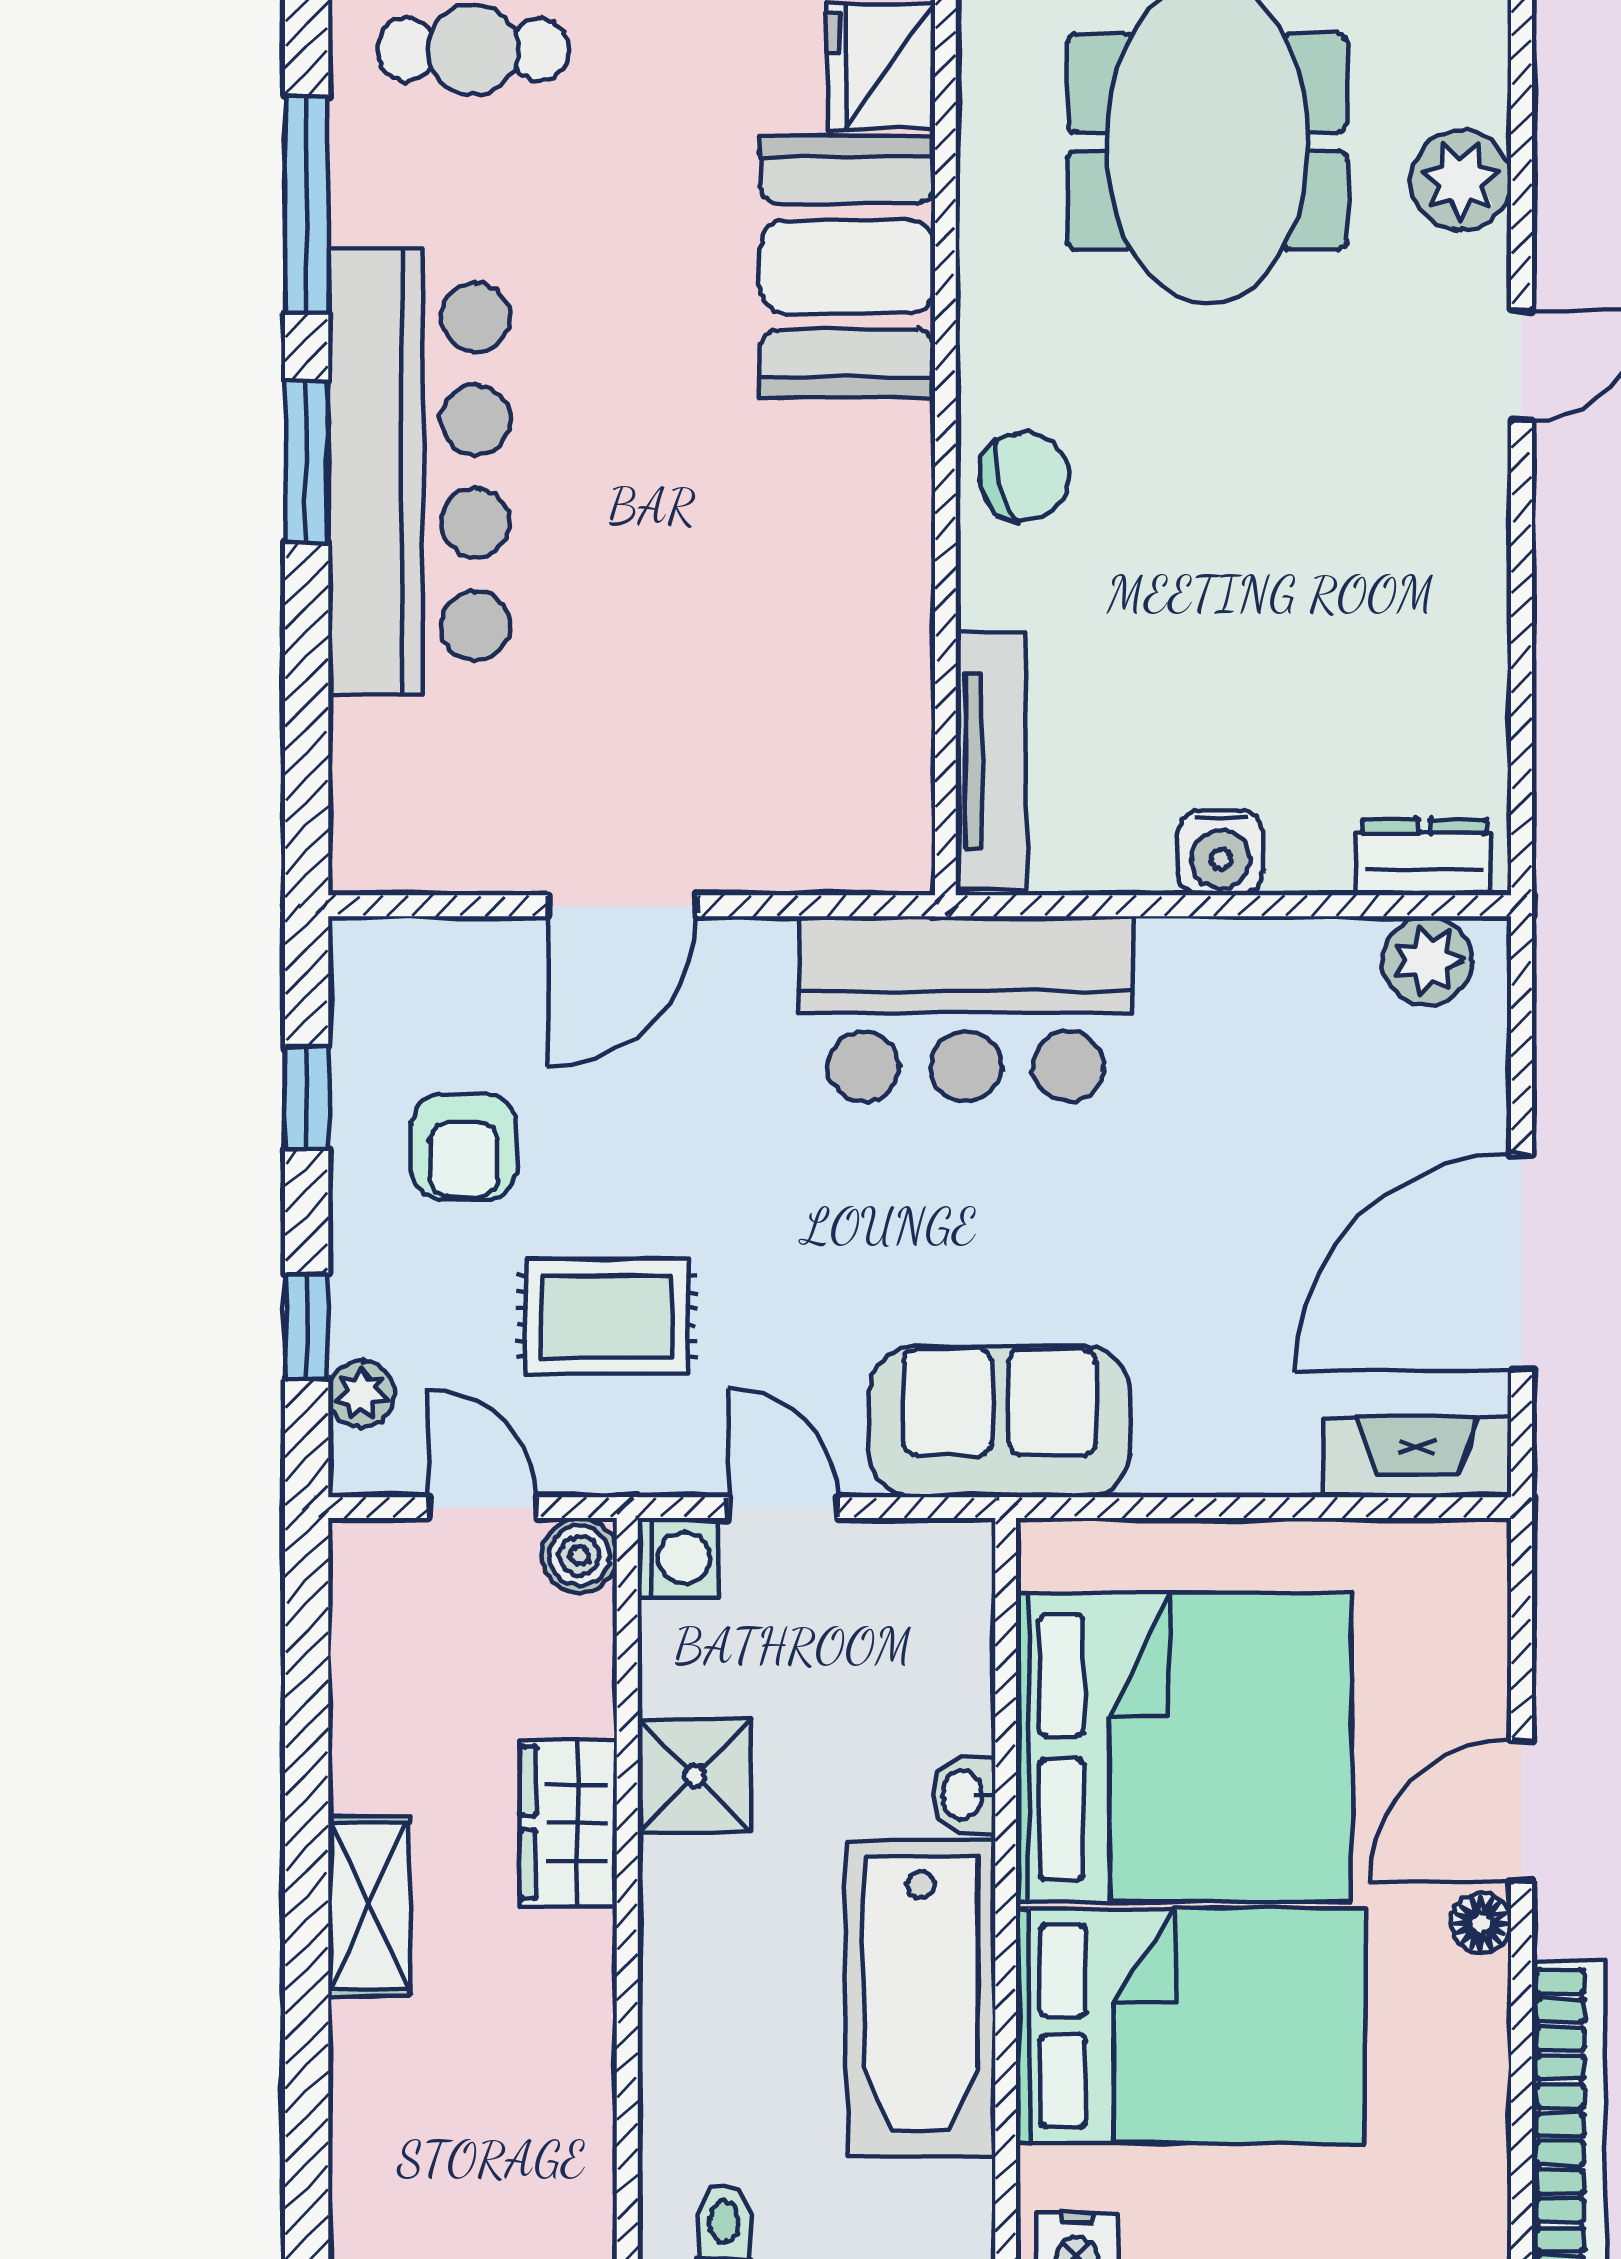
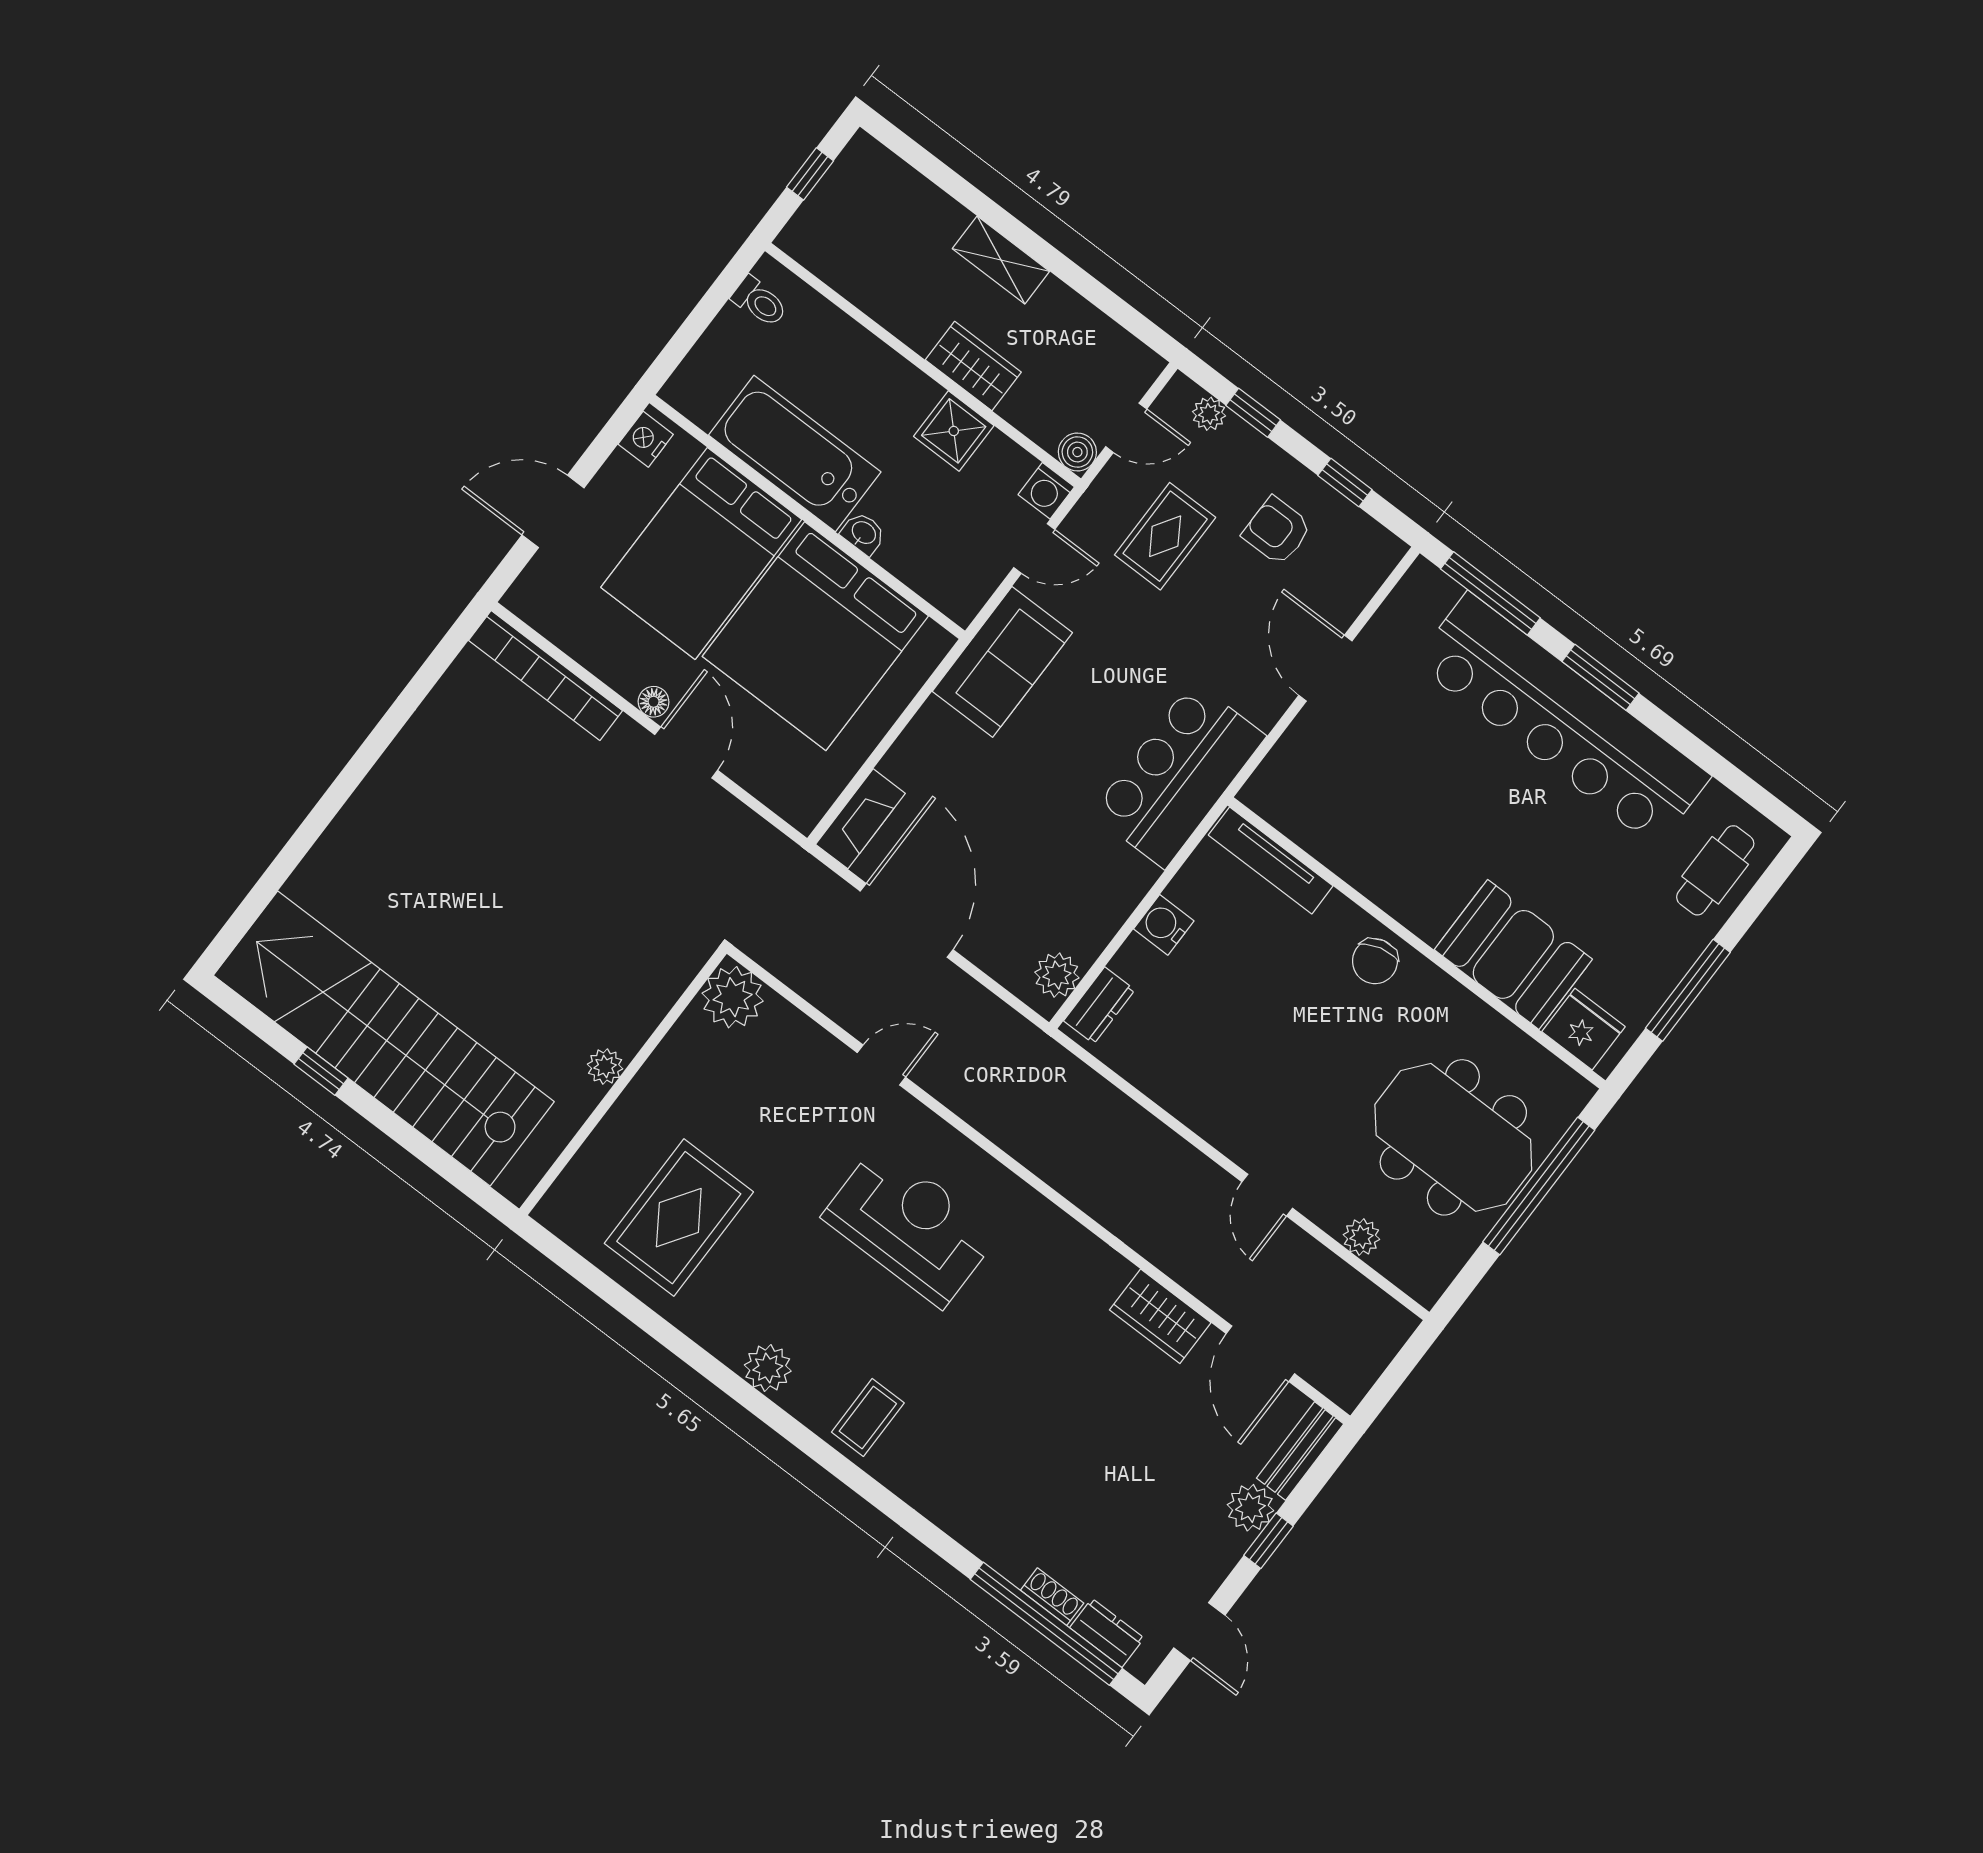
plant: (1461, 181) -> (1361, 1237), width x0.73, depth x0.73
window: (307, 204) -> (1490, 593), moved
bar counter: (419, 471) -> (1562, 719), width x1.36

